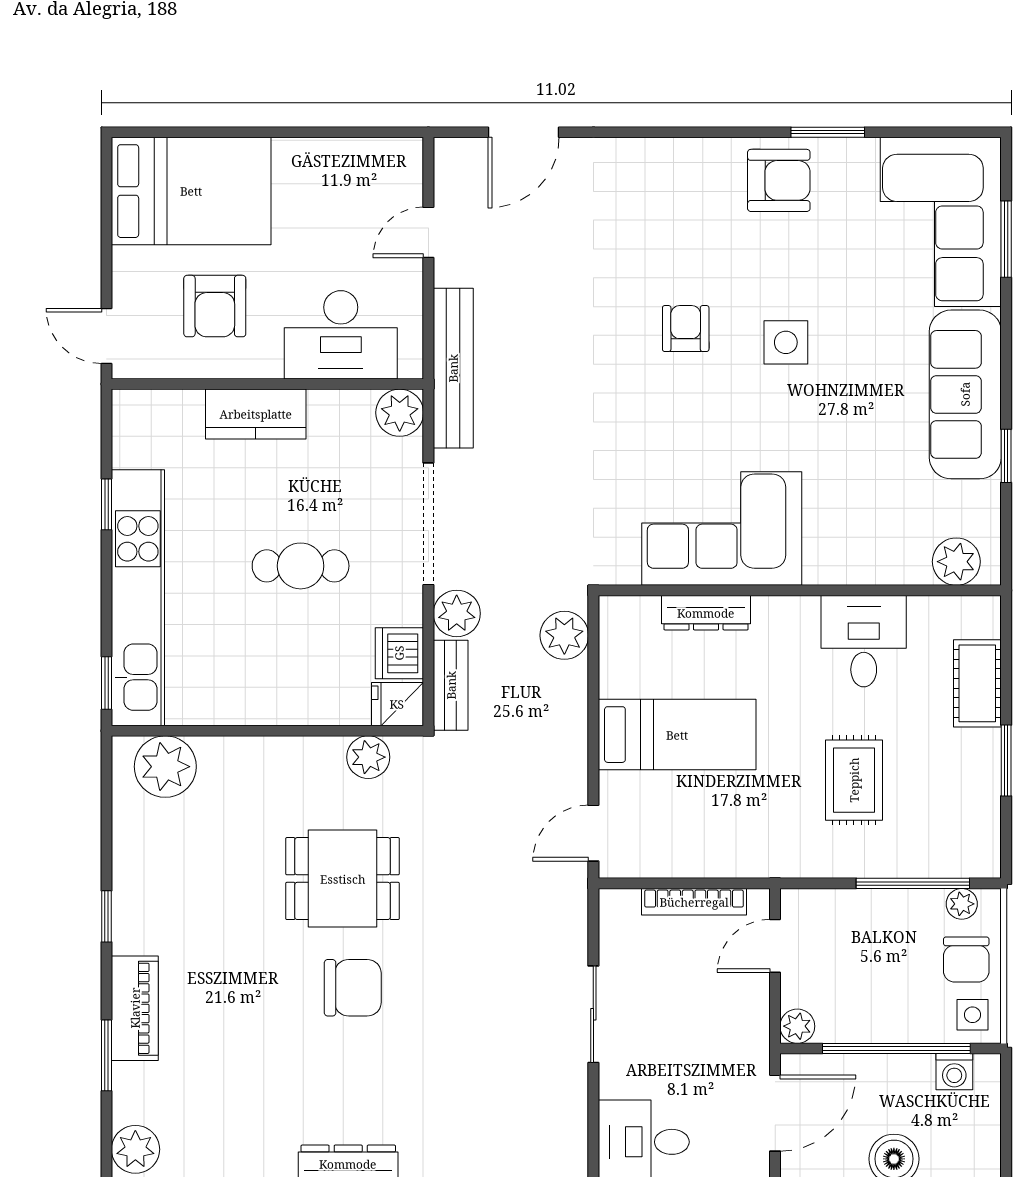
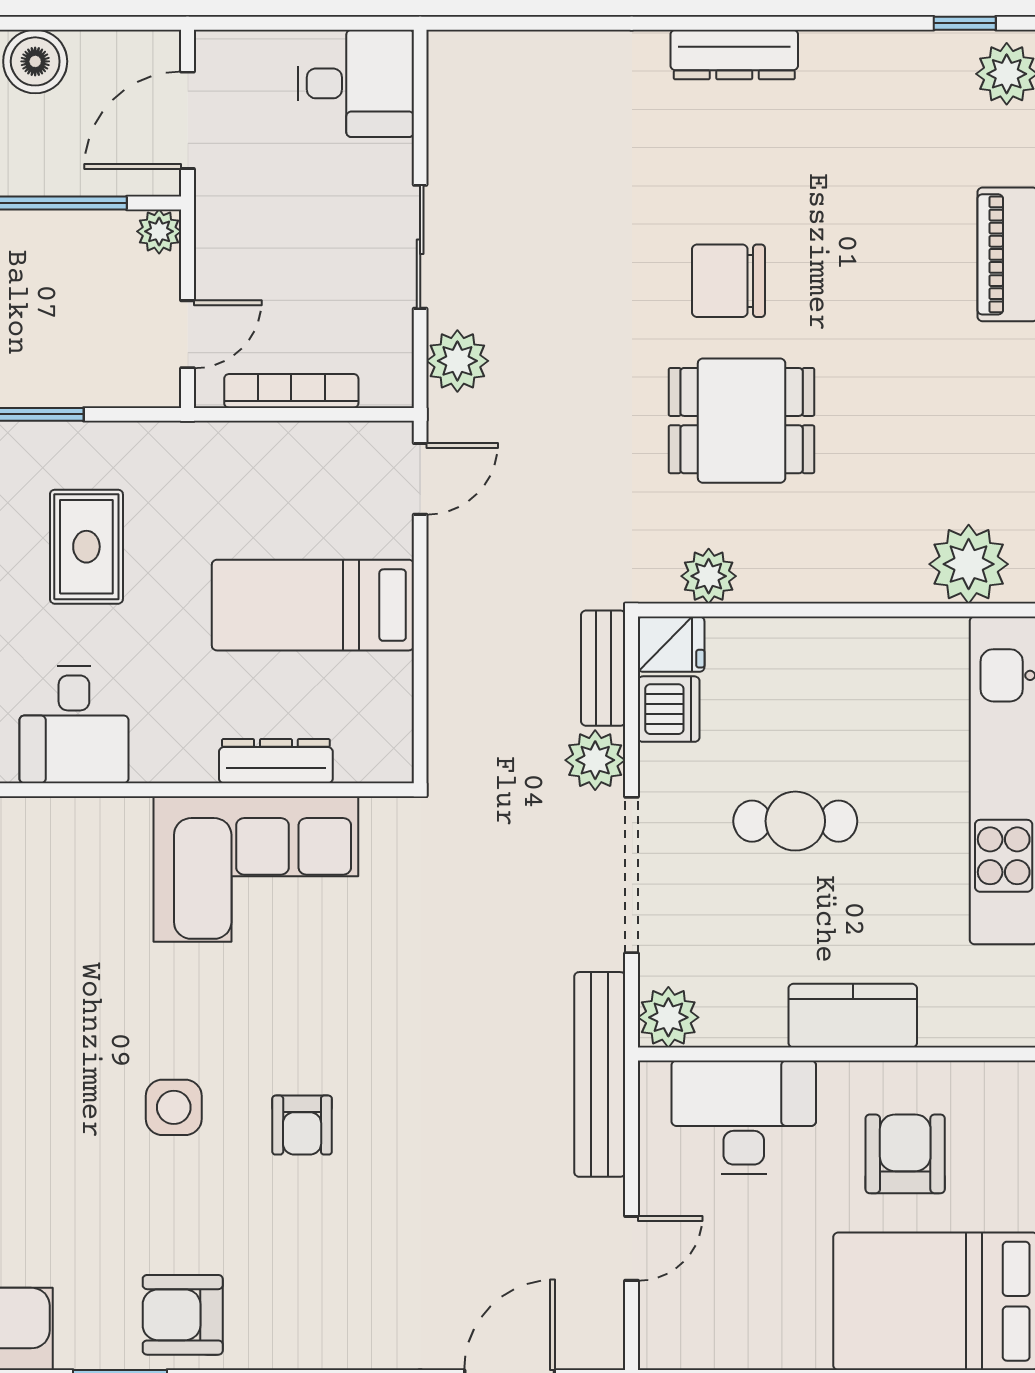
plant: (564, 635) -> (457, 361), moved

